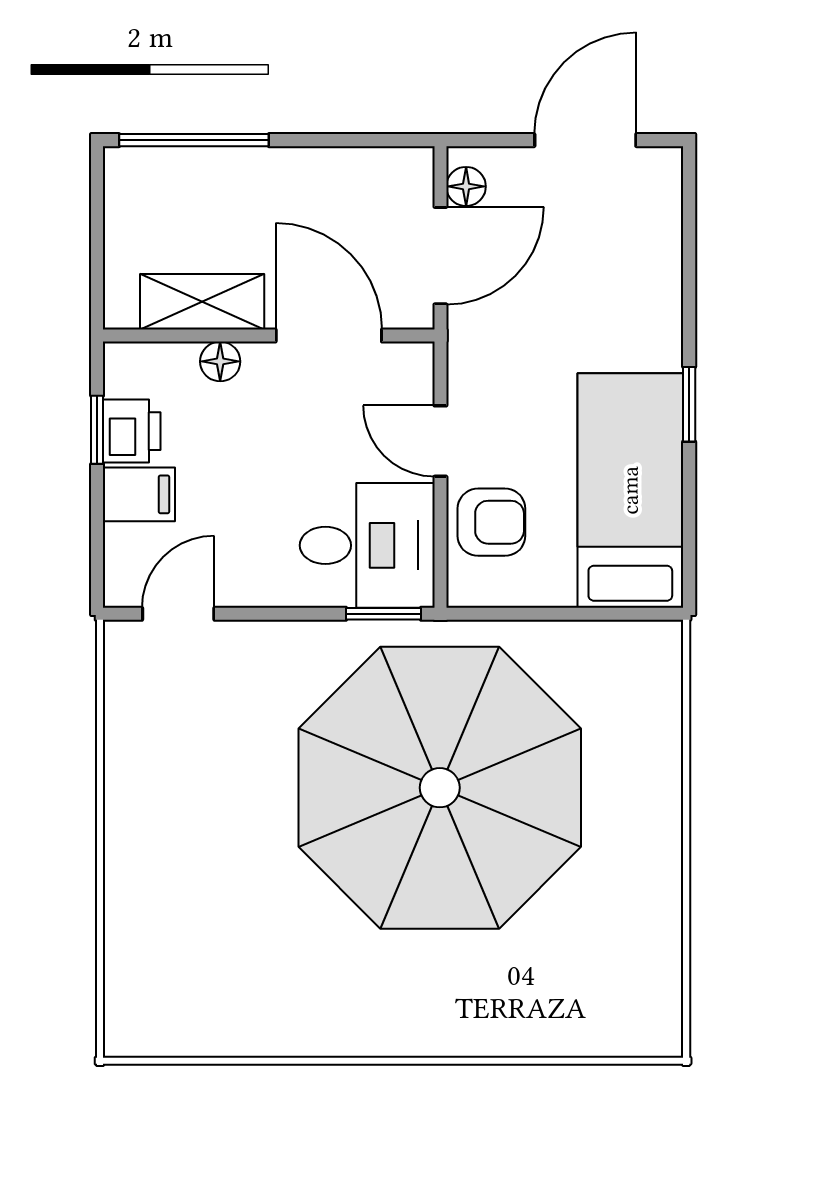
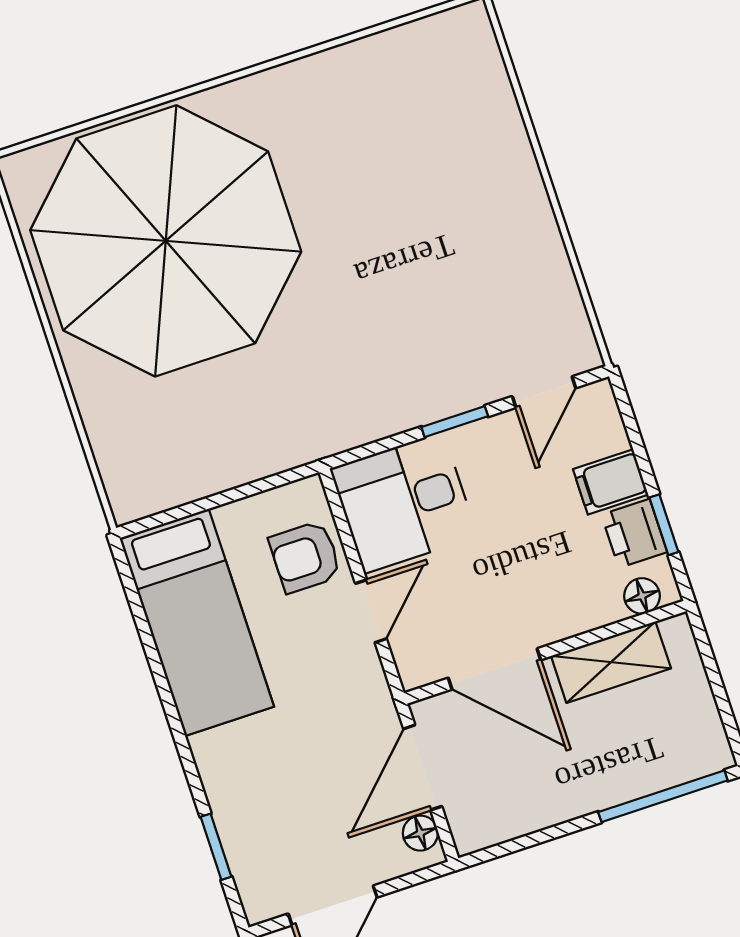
floor lamp: (220, 361) -> (642, 596), moved
window: (689, 404) -> (216, 847), moved
door: (440, 441) -> (371, 611), hinge flipped
window: (383, 614) -> (455, 422), moved
parasol: (440, 788) -> (166, 241), moved

